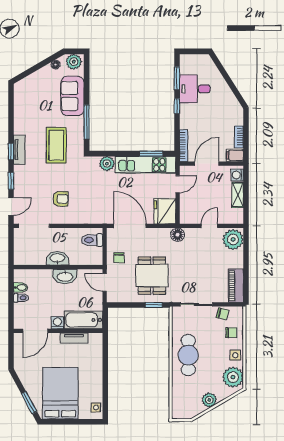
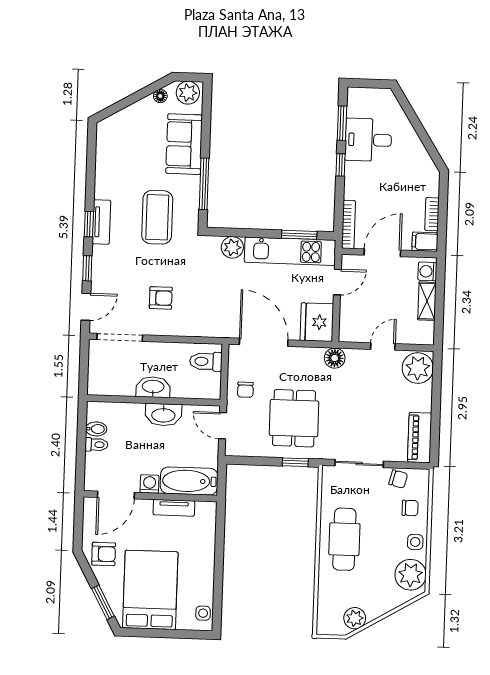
armchair: (28, 370) -> (104, 554), added
plant: (209, 400) -> (355, 618), moved

